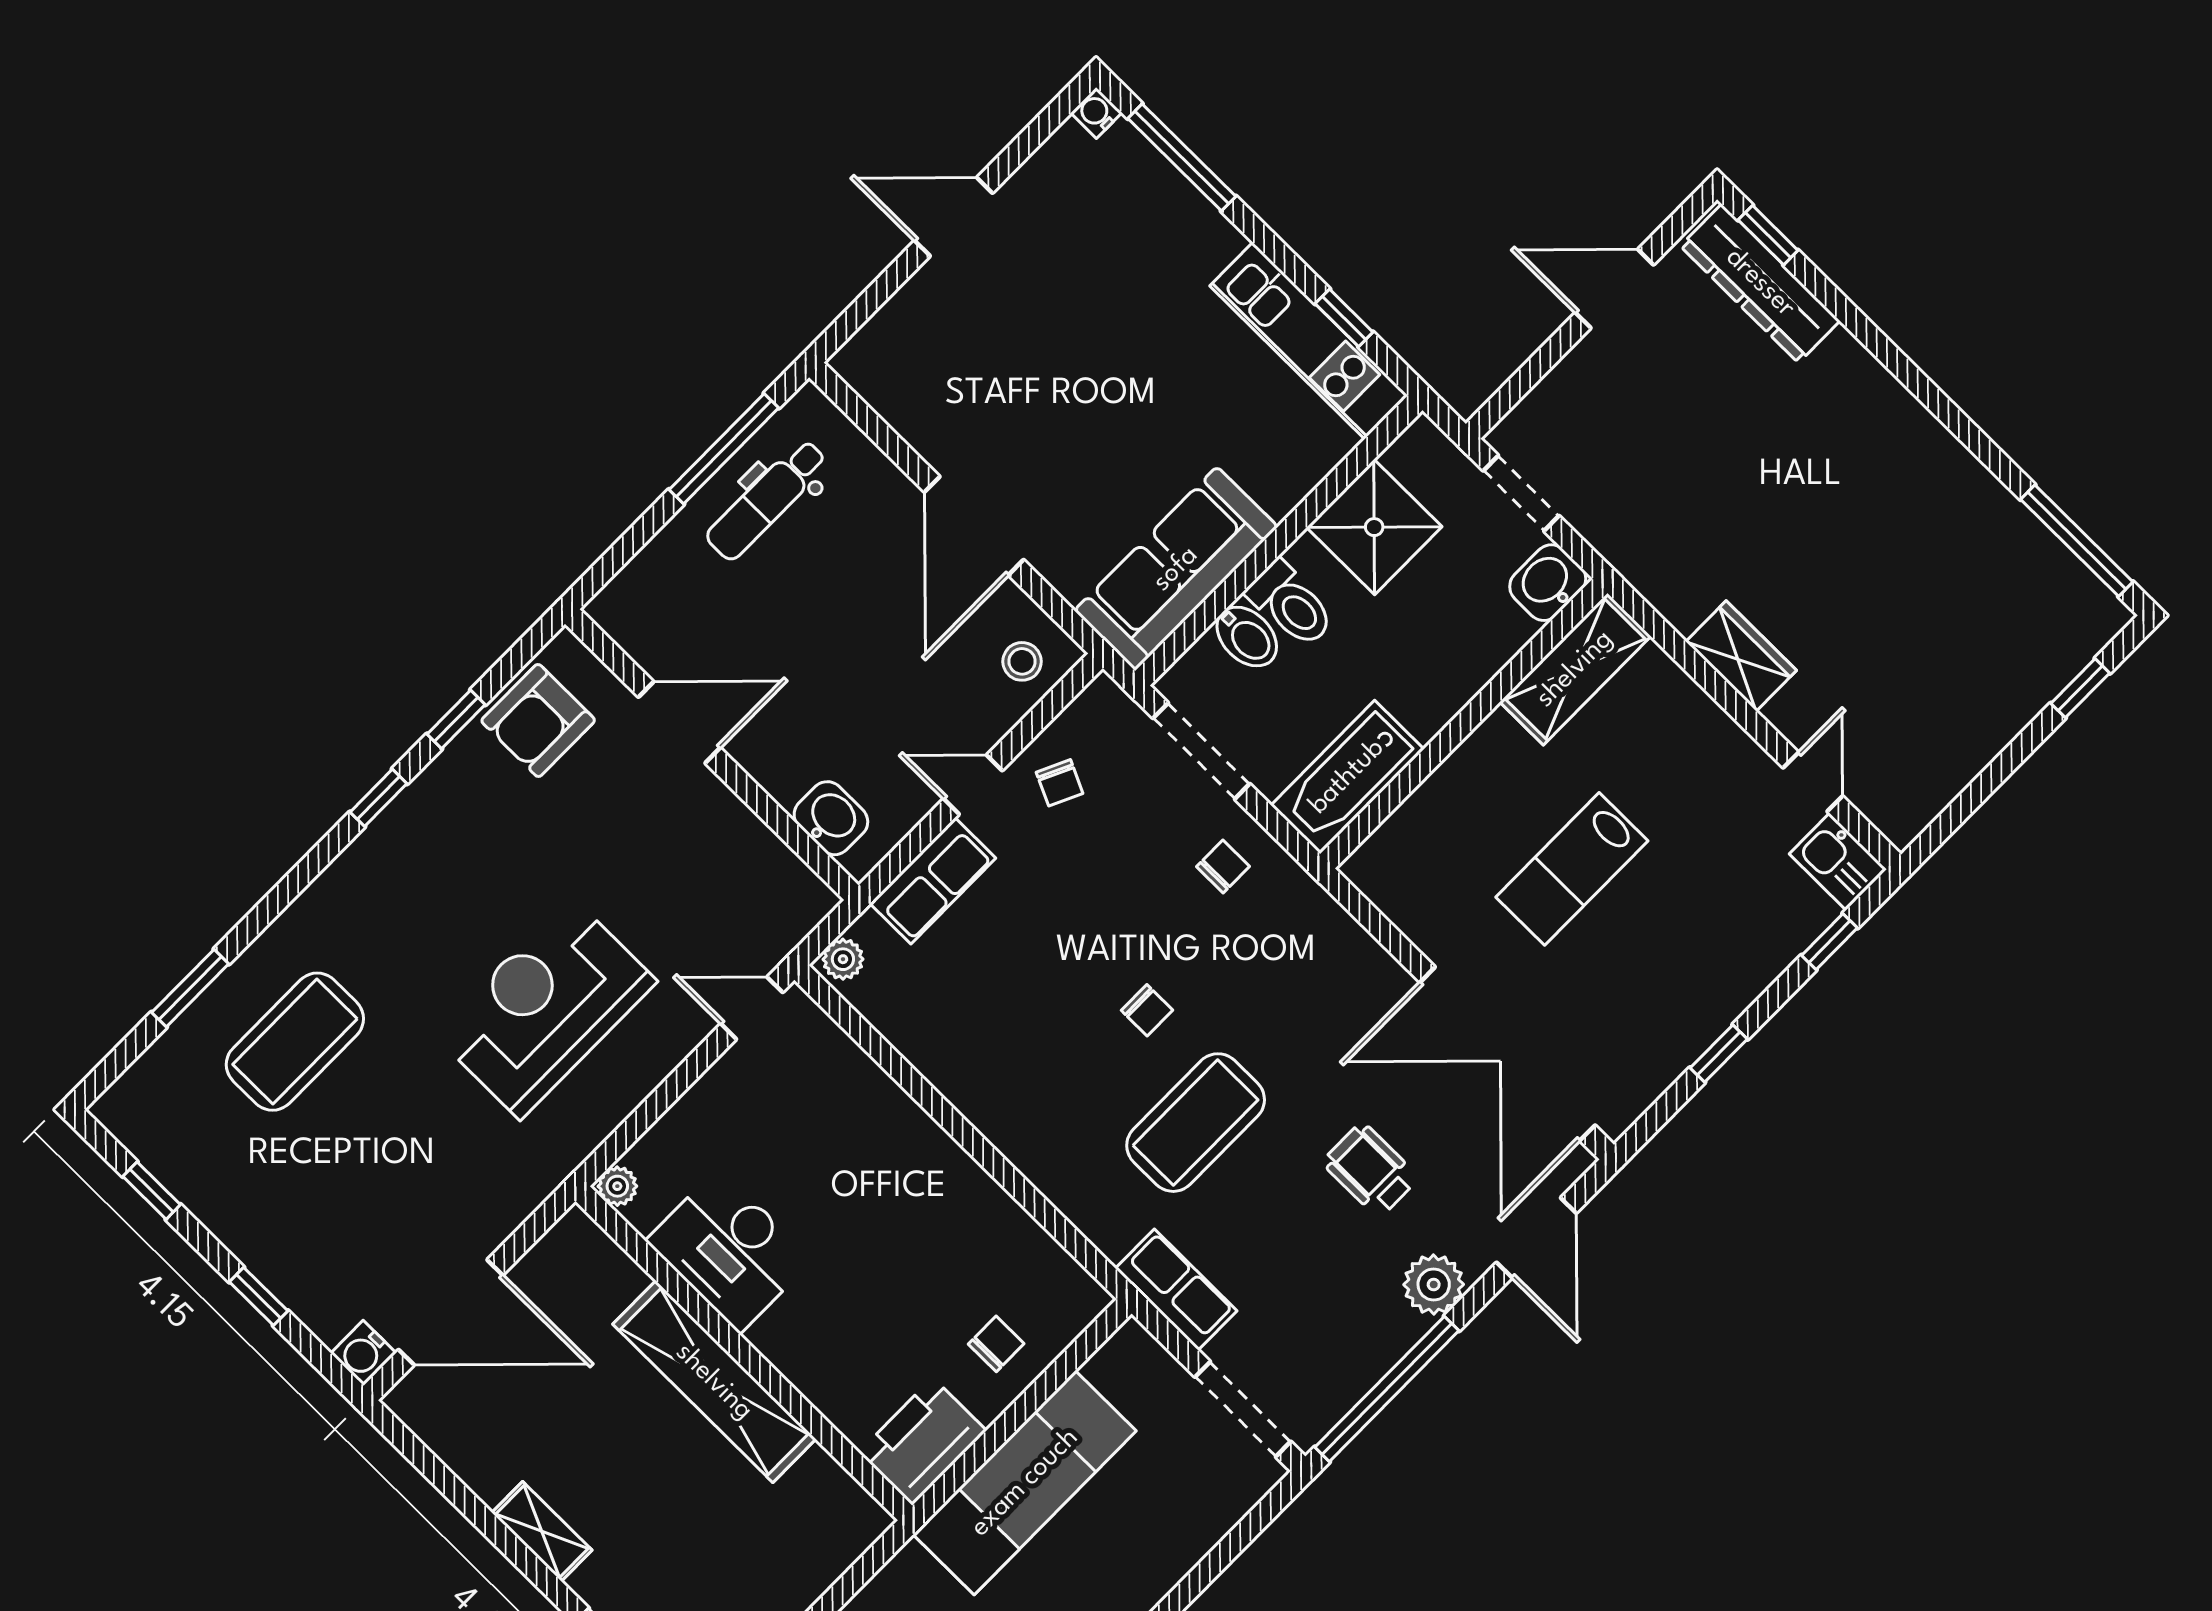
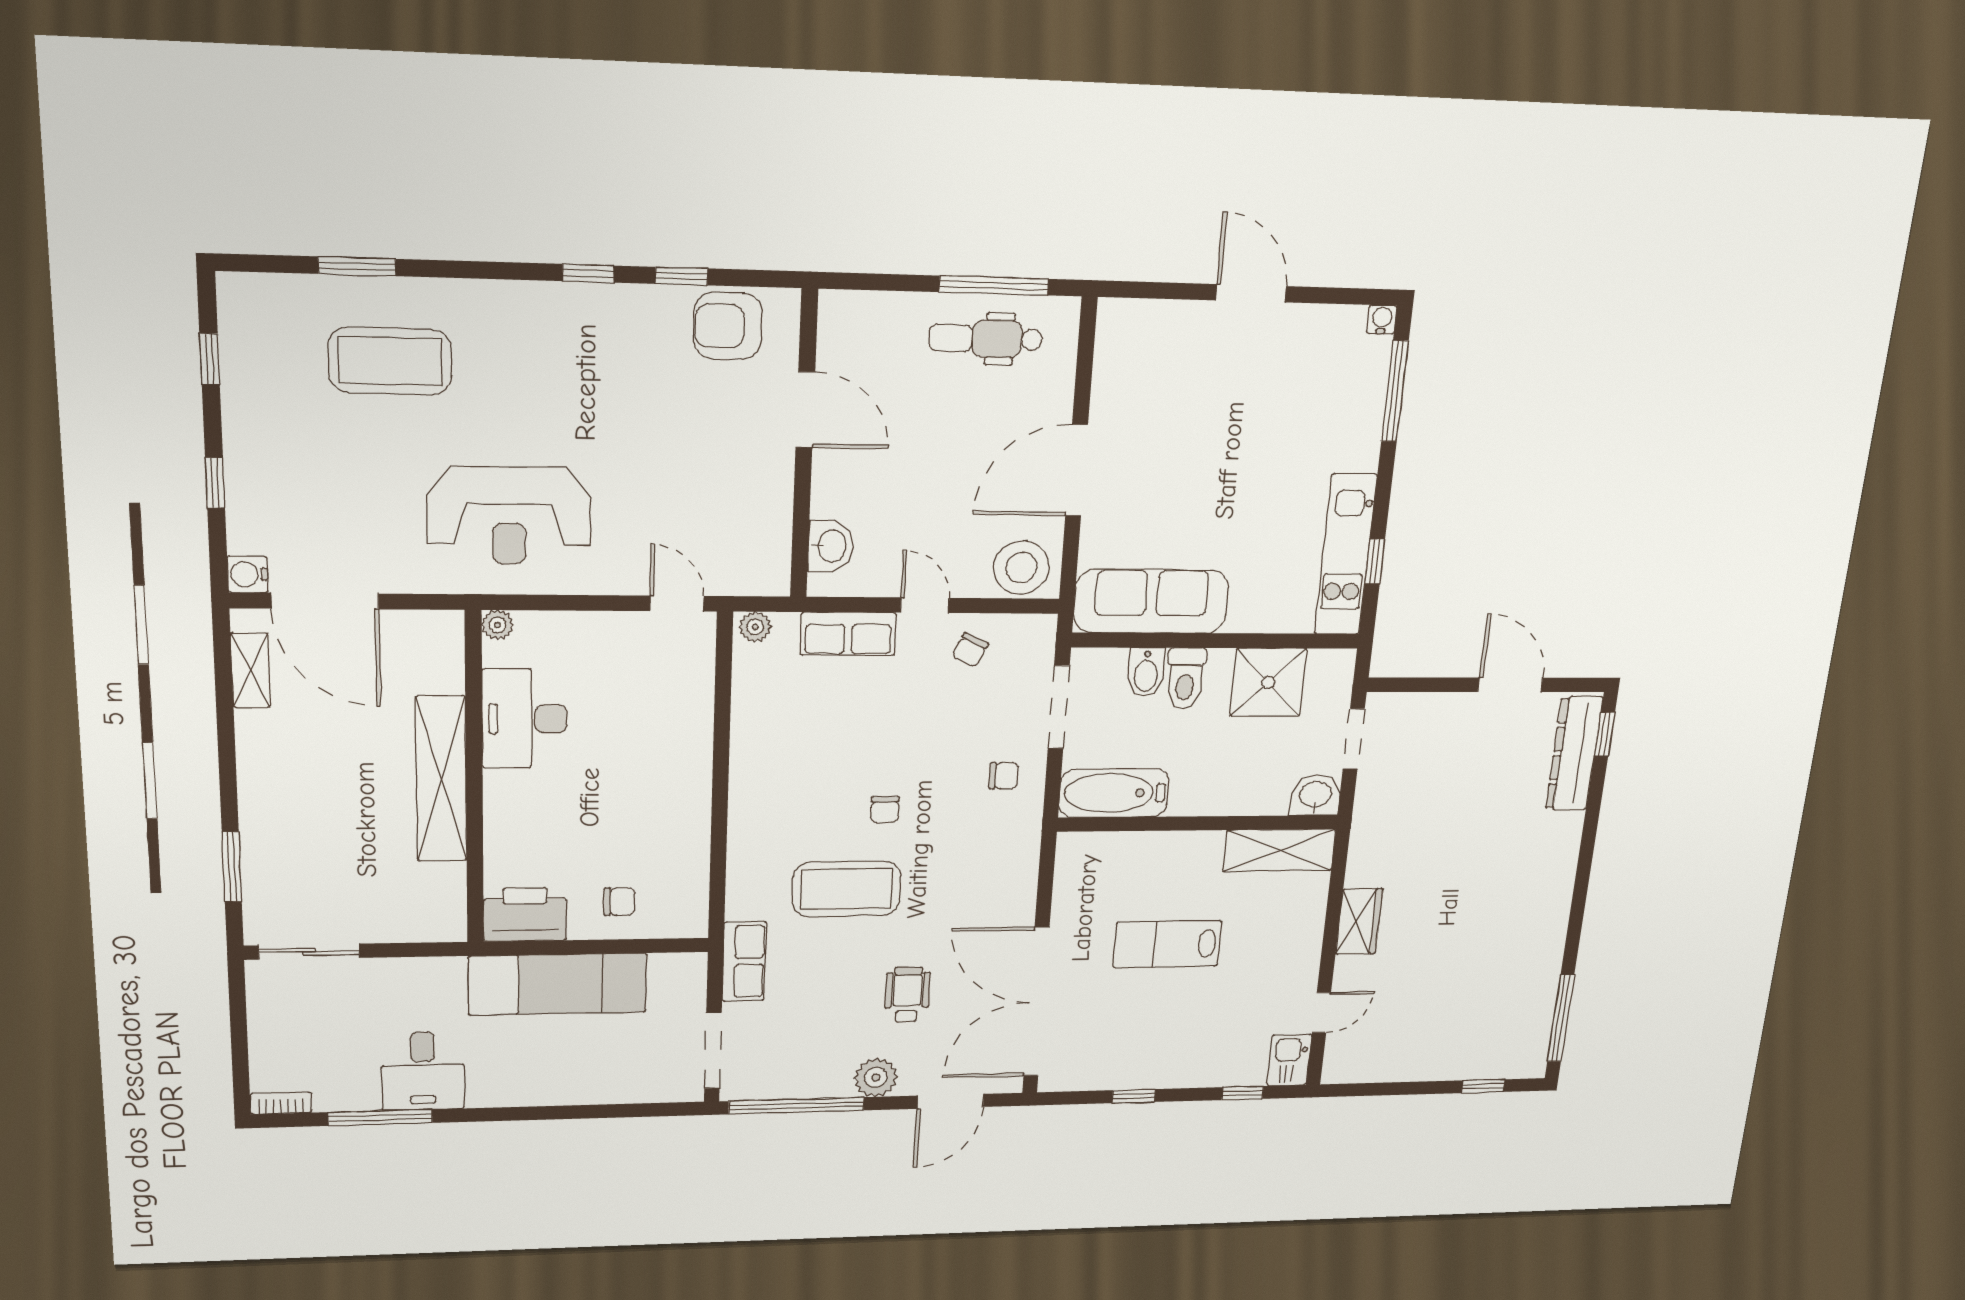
stool: (1022, 661) -> (1021, 567), width x1.89, depth x1.89
reception desk: (545, 1008) -> (509, 515), moved, turned 180
shelving: (542, 1531) -> (250, 670), moved

